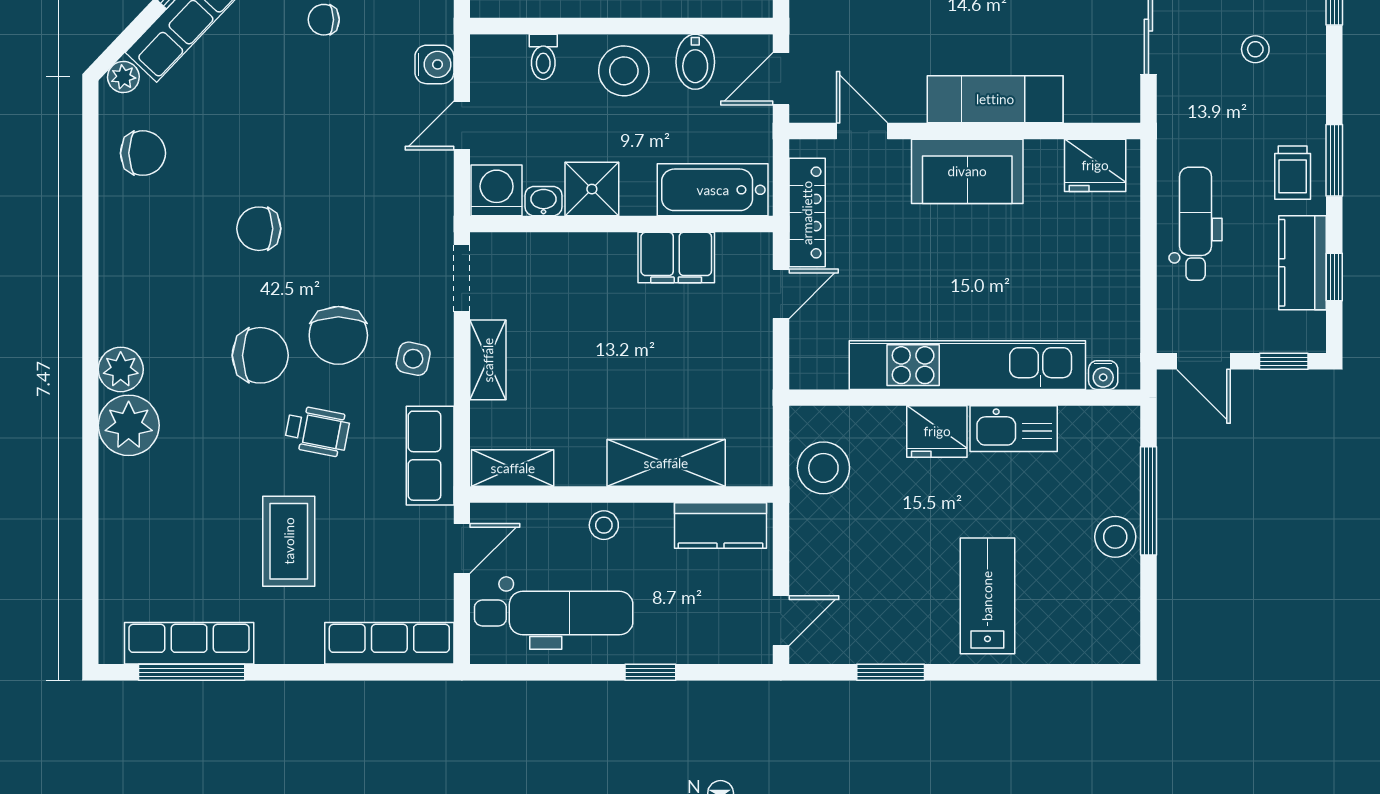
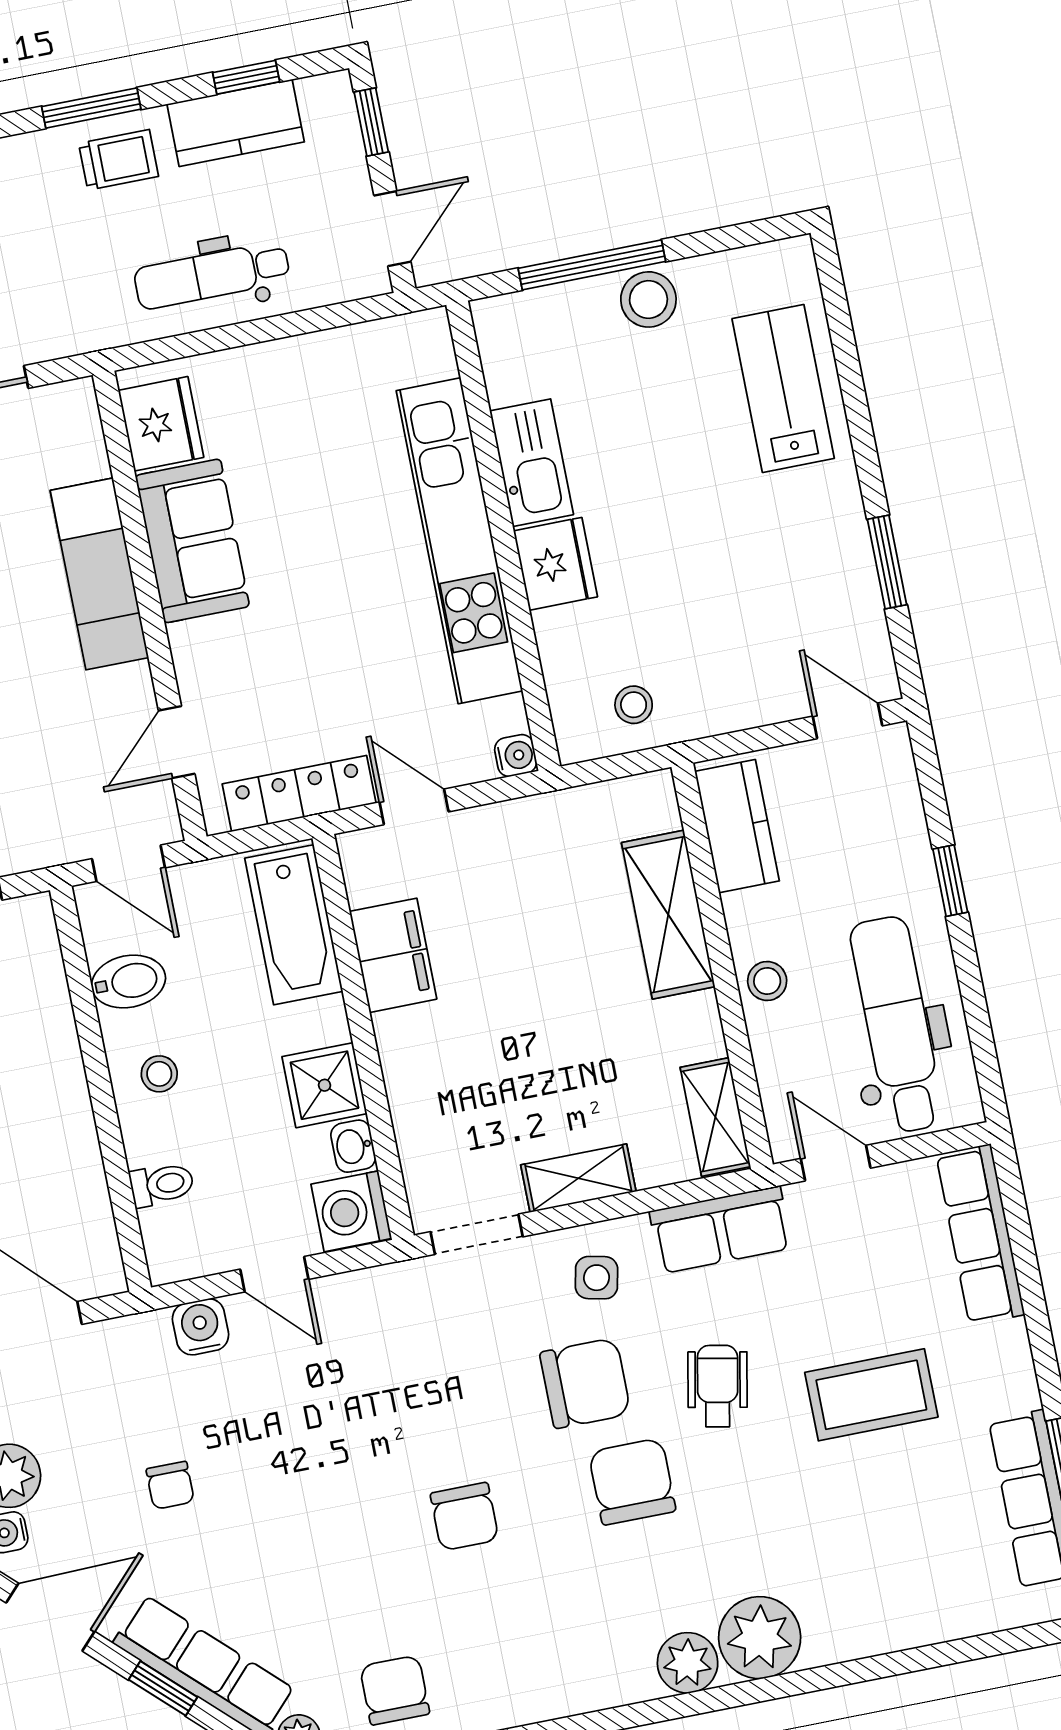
stool: (624, 71) -> (159, 1074), width x0.53, depth x0.53
sofa: (967, 171) -> (192, 541), moved
water cooler: (1103, 375) -> (516, 756), moved
stool: (823, 468) -> (634, 705), width x0.53, depth x0.53
lab bench: (987, 596) -> (783, 388), moved, turned 90

